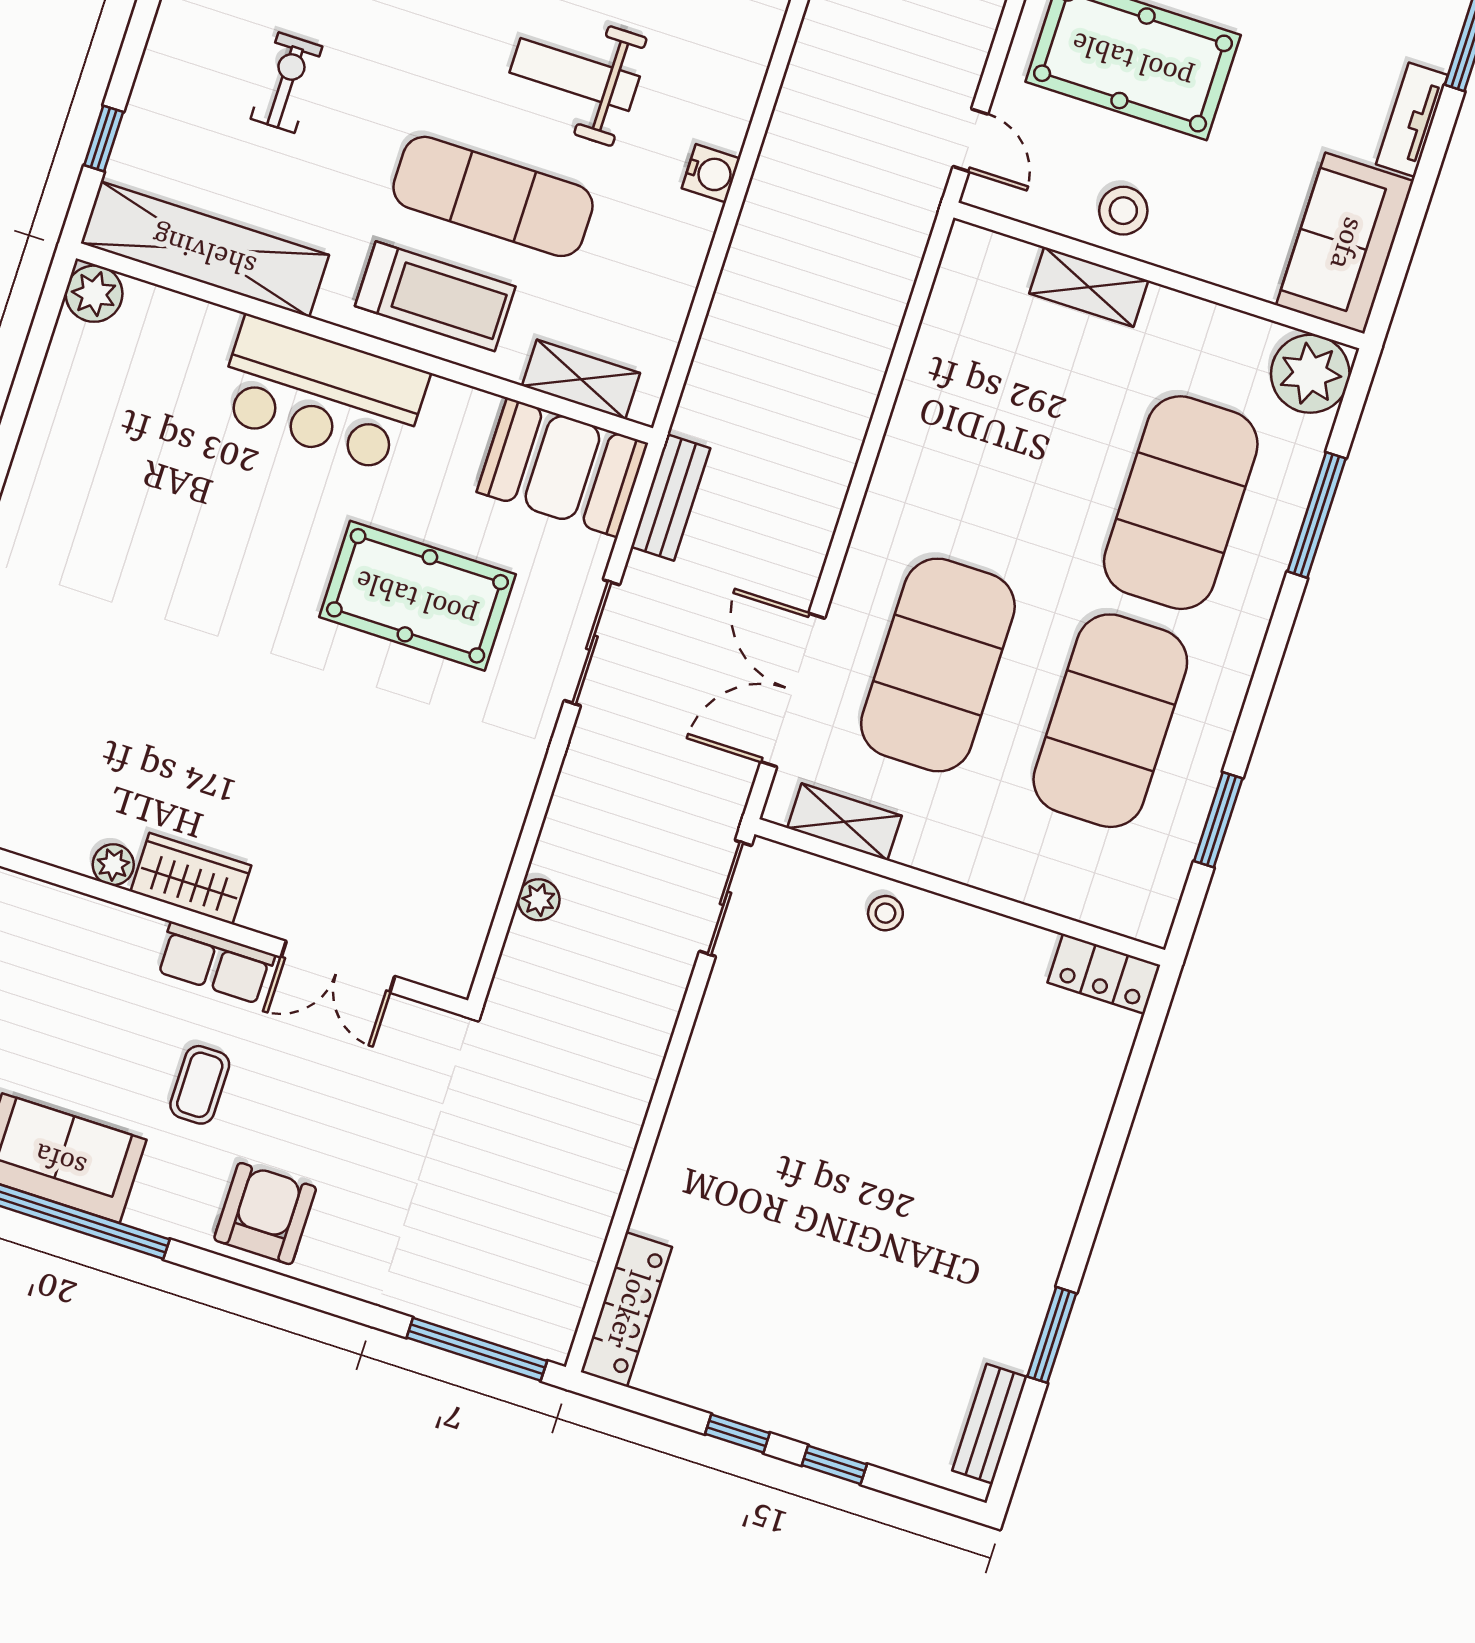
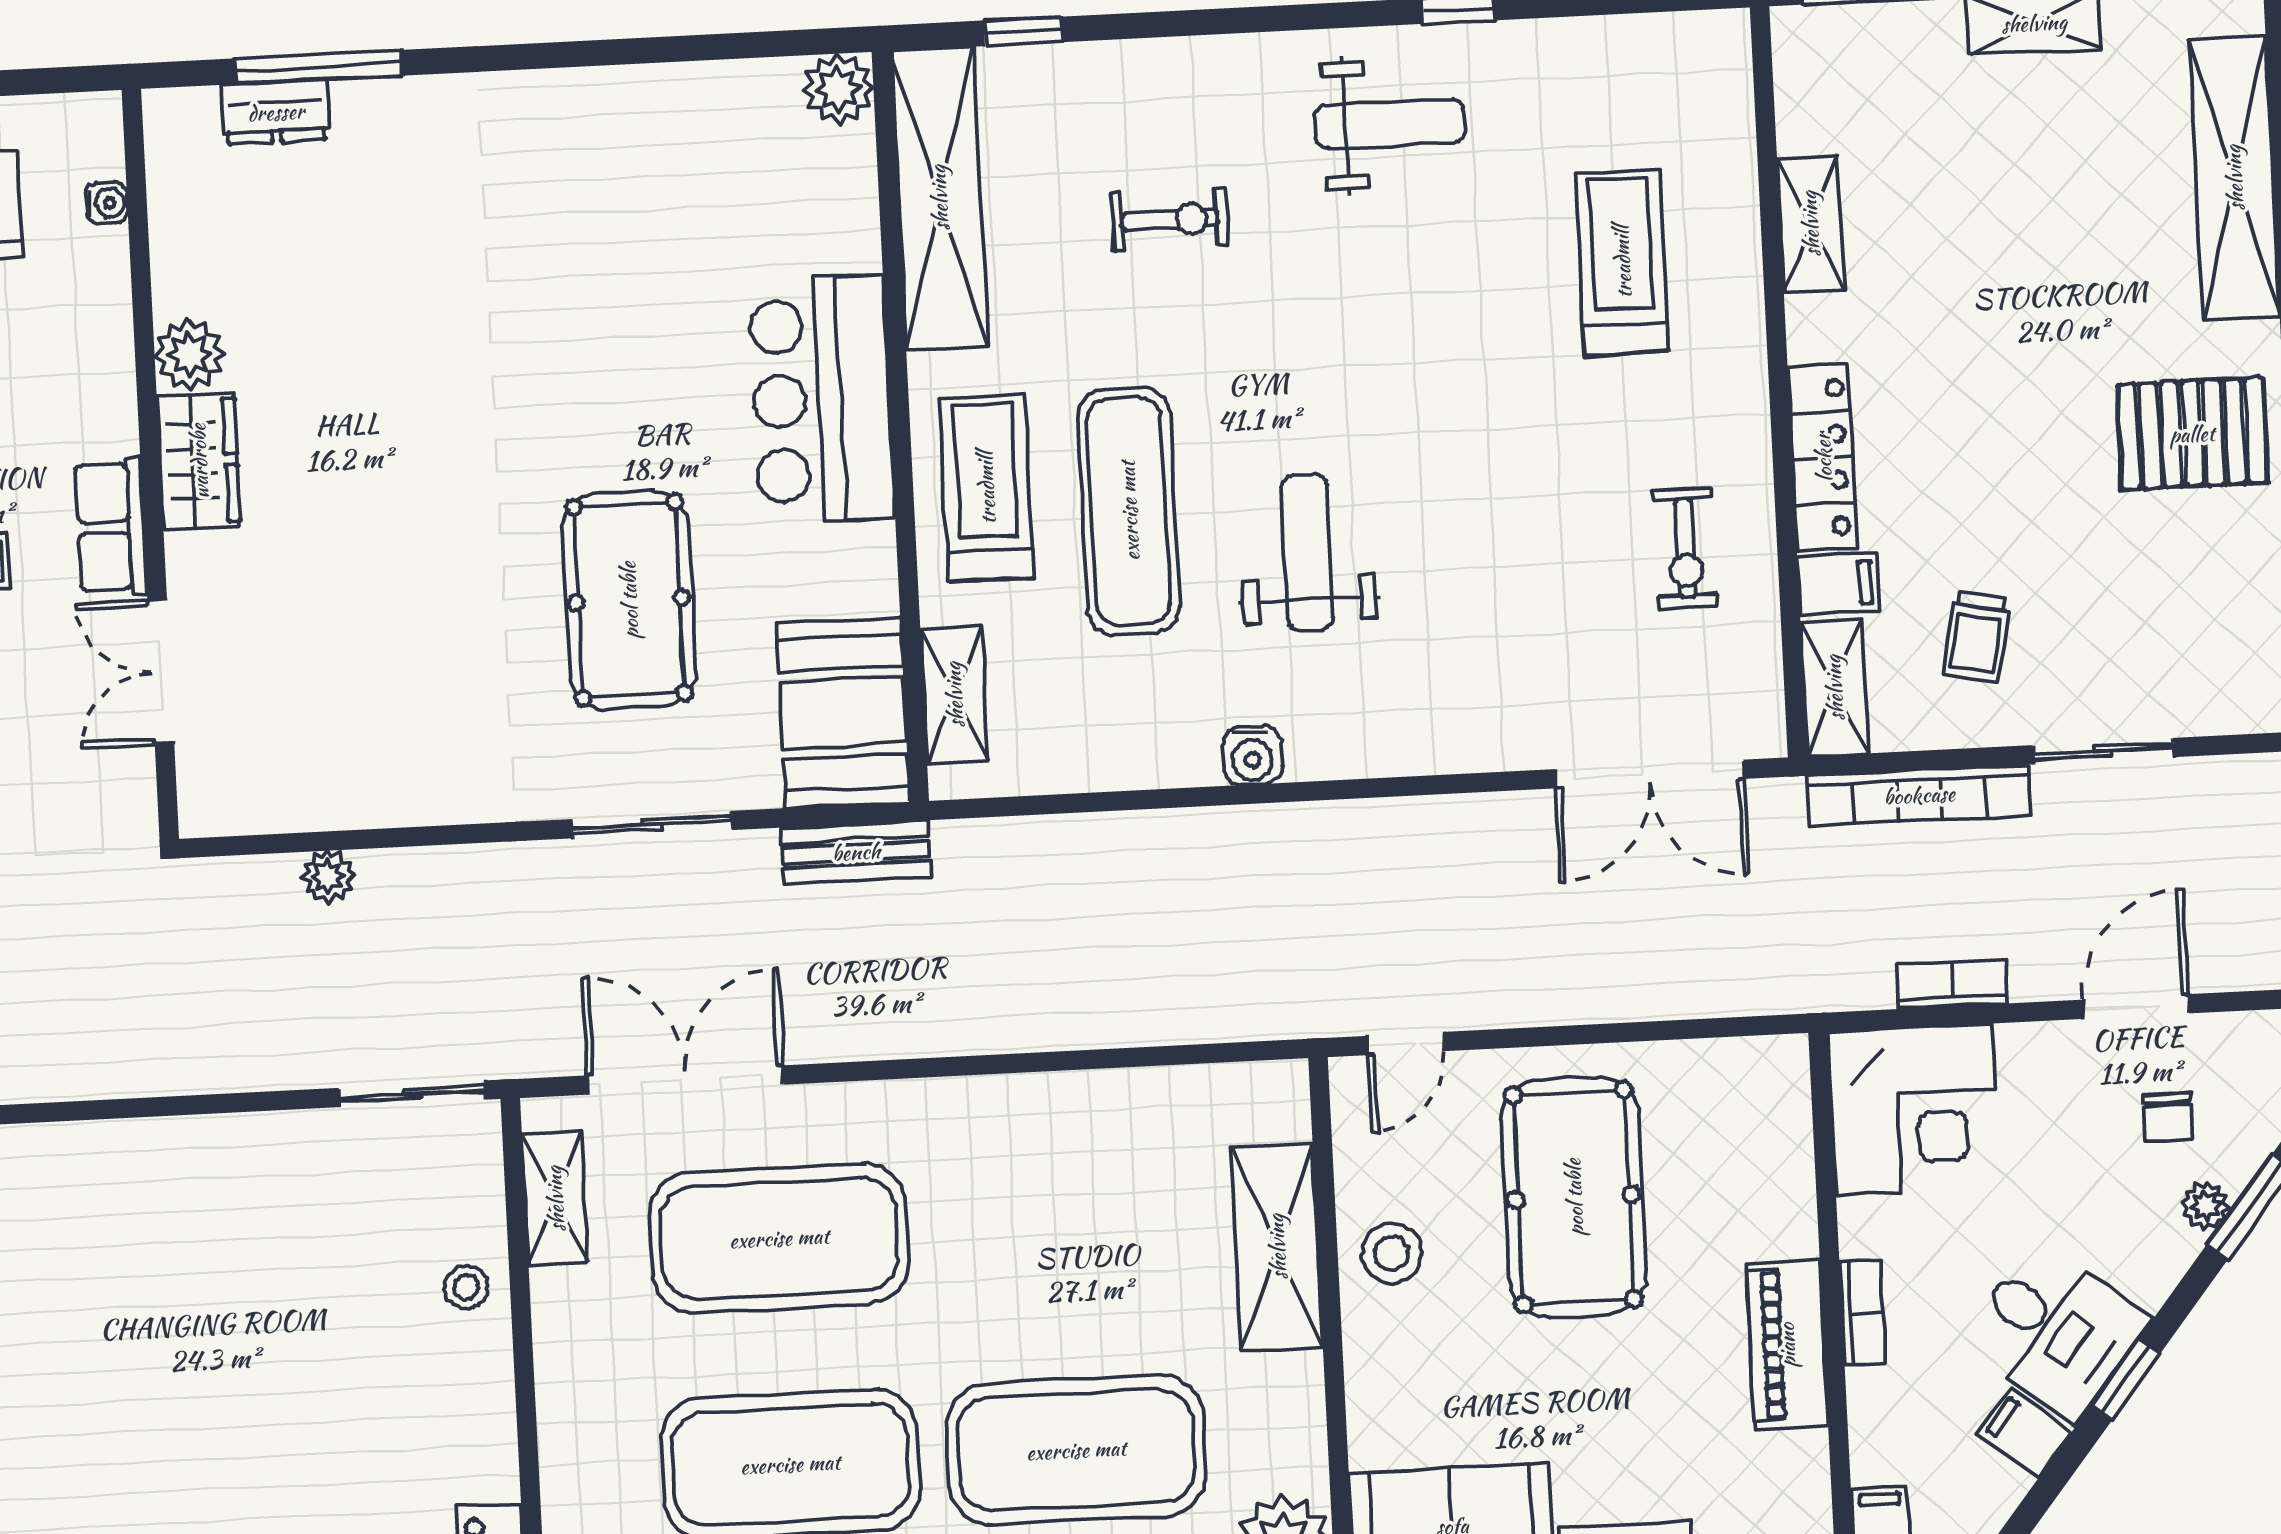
shelving: (1089, 287) -> (1277, 1247), width x1.50, depth x1.33
treadmill: (435, 296) -> (986, 488), turned 180
plant: (113, 865) -> (189, 354), width x1.38, depth x1.38

